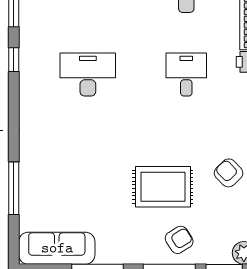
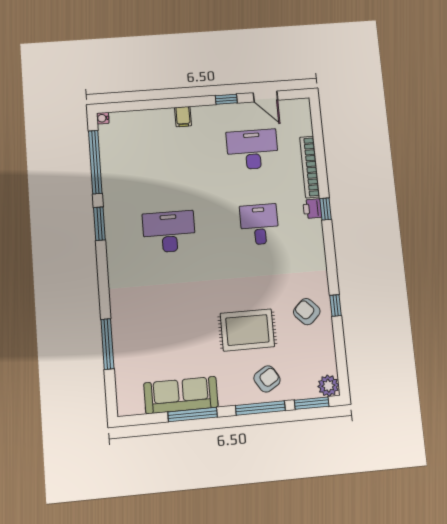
window: (14, 60) -> (99, 224), width x1.50
sofa: (57, 248) -> (181, 395), moved

